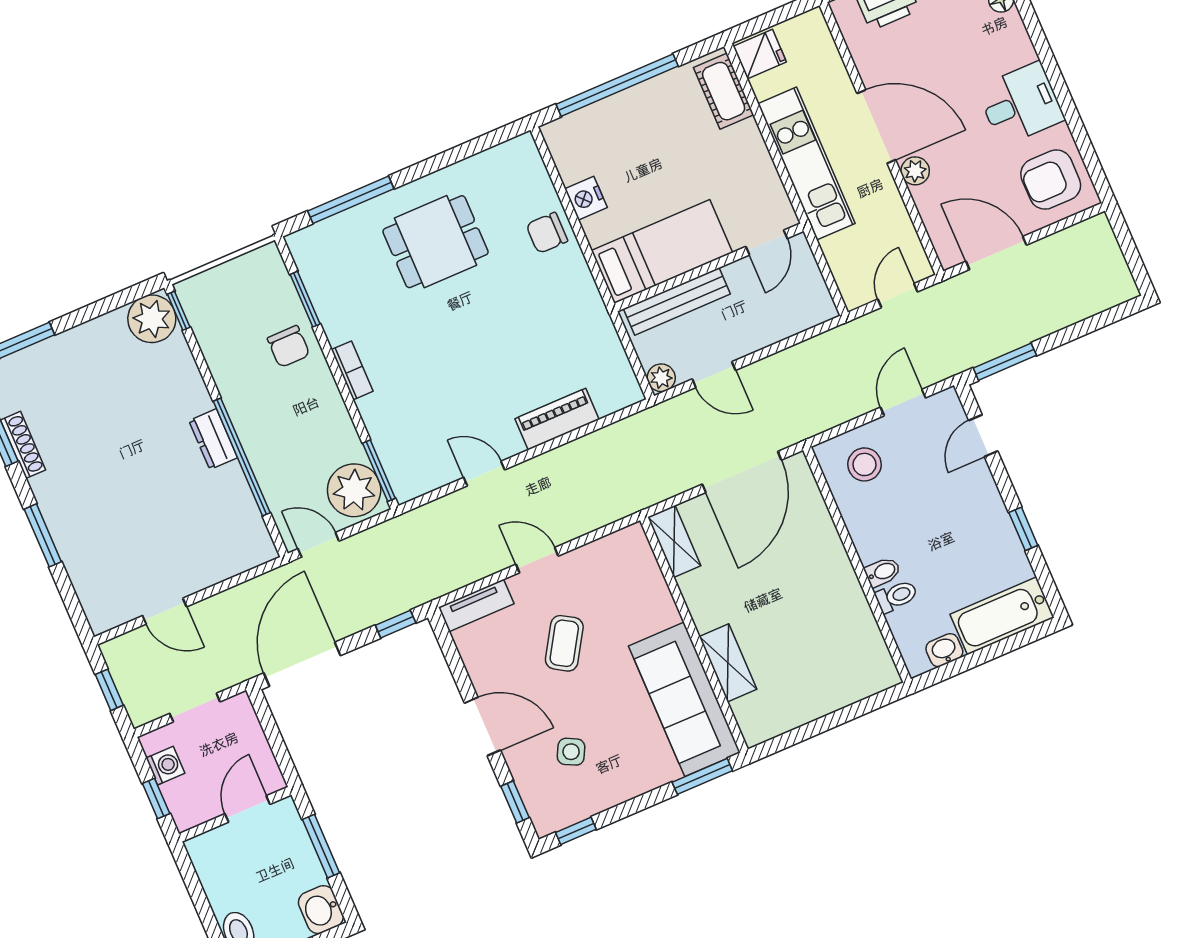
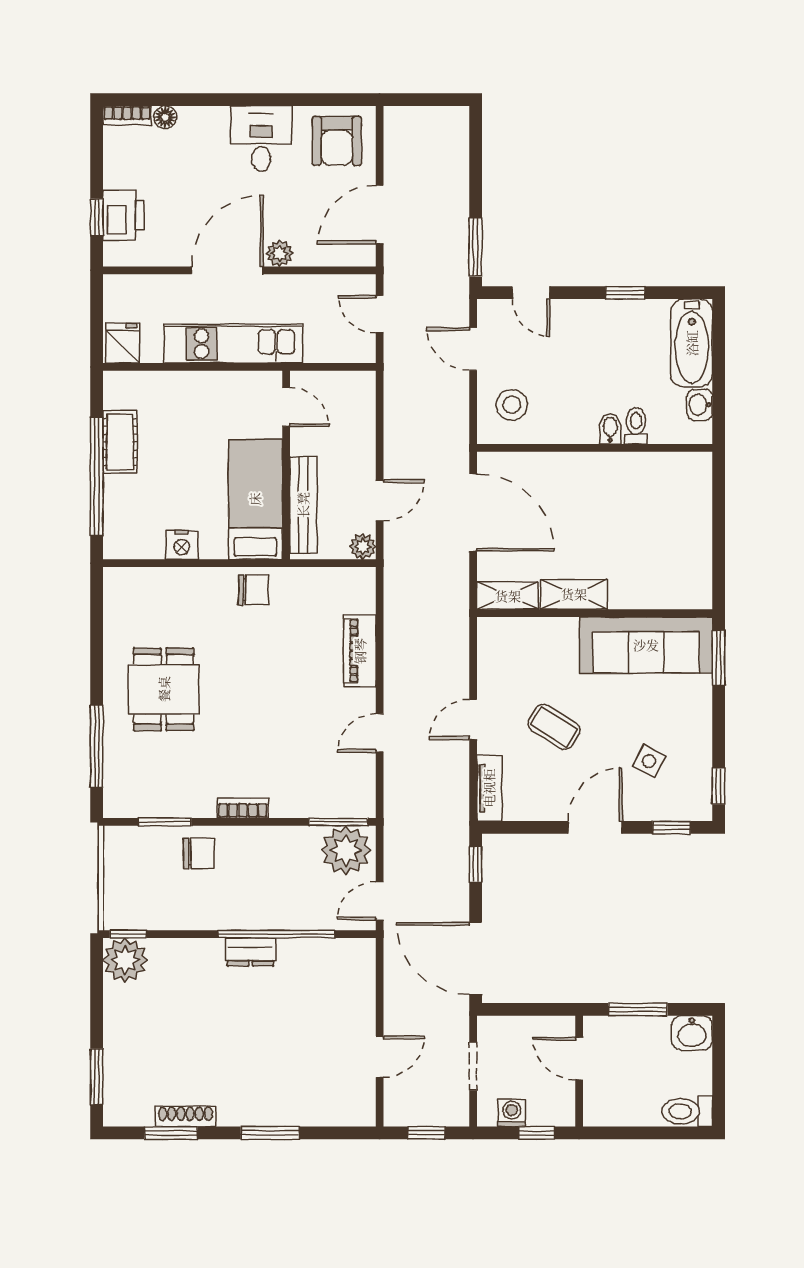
cot: (724, 91) -> (120, 442), moved, turned 90
chair: (547, 233) -> (253, 590), moved, turned -90
shelving: (728, 663) -> (574, 594), moved

